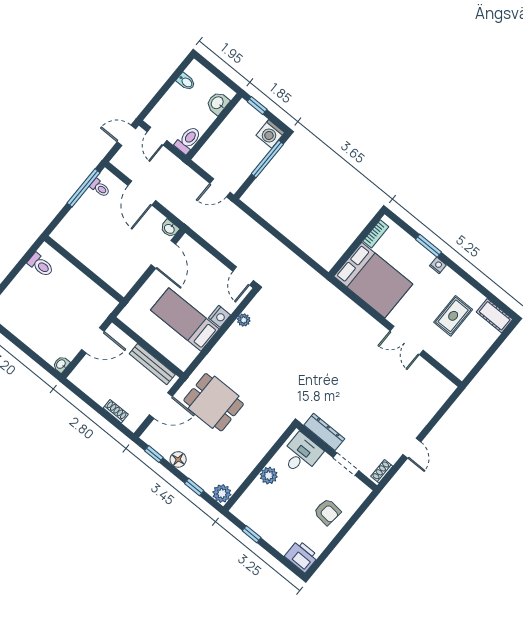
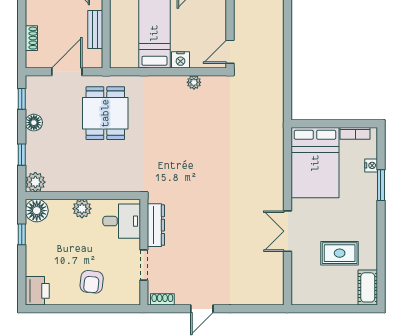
nightstand: (438, 265) -> (371, 165), moved
bench: (152, 364) -> (95, 29), width x0.73
door: (161, 406) -> (67, 72), swing flipped
floor lamp: (243, 509) -> (37, 211), added

